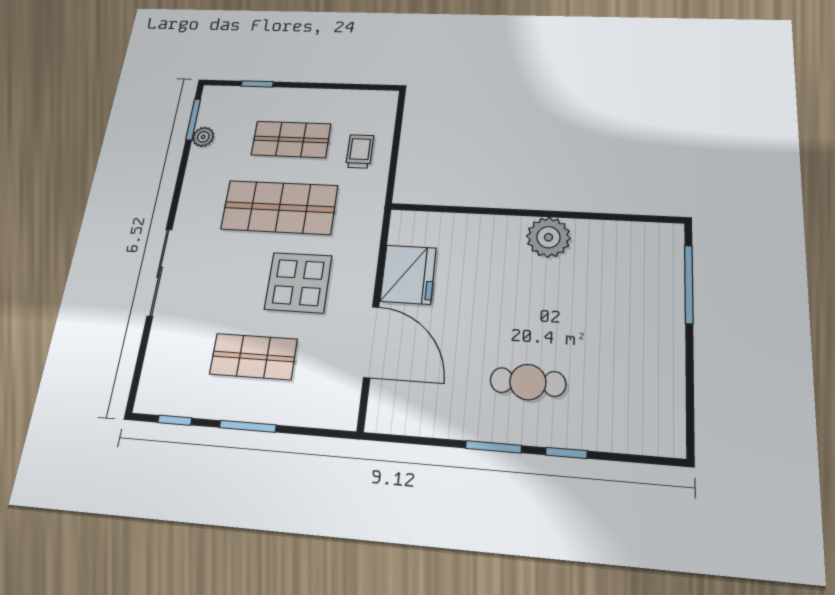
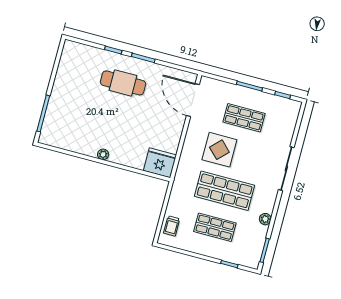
plant: (203, 137) -> (265, 219), moved
trolley: (360, 151) -> (172, 226), moved
plant: (548, 237) -> (103, 154), width x0.53, depth x0.53
fridge: (408, 275) -> (160, 163), moved, turned 90
door: (371, 342) -> (193, 100), moved
cafe table: (528, 382) -> (123, 83), width x1.37, depth x1.35

